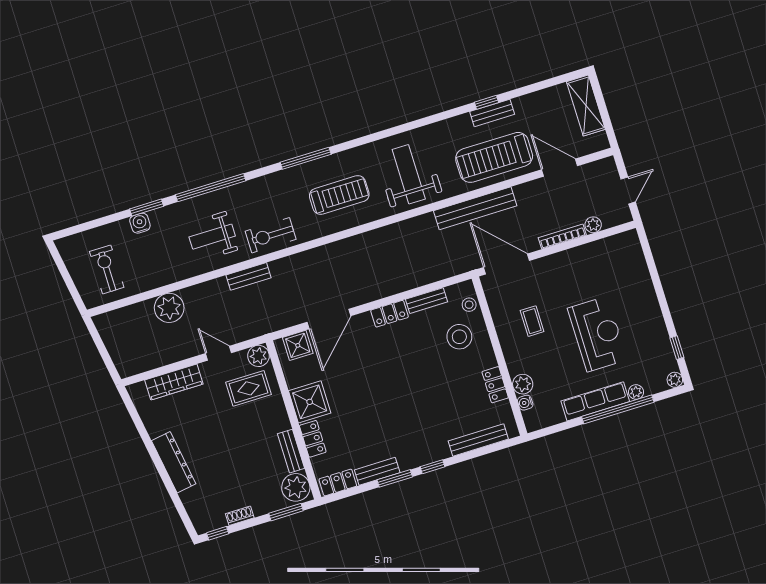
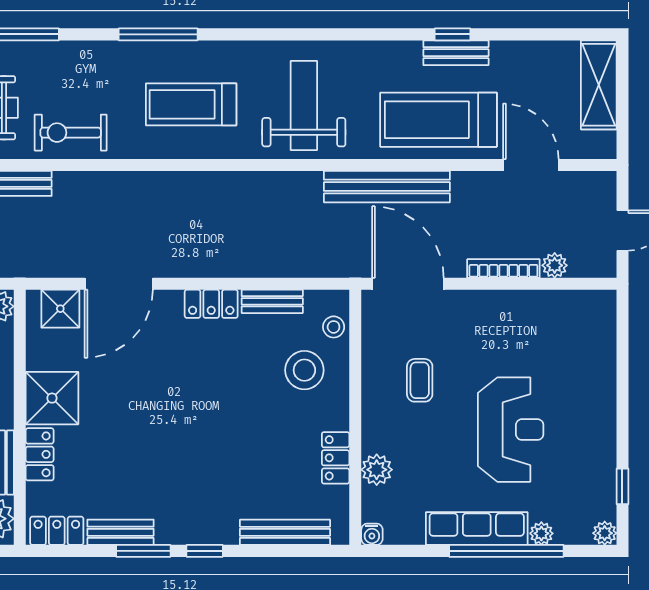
treadmill: (339, 195) -> (191, 104), turned 180
water cooler: (525, 403) -> (372, 534), moved, turned -90

